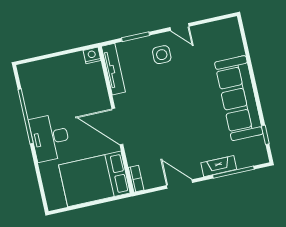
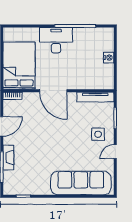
nightstand: (92, 55) -> (109, 58), moved
sofa: (239, 98) -> (81, 183), moved
door: (117, 126) -> (53, 91), swing flipped

